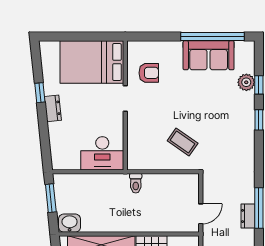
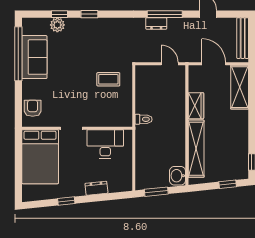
armchair: (149, 73) -> (33, 108), moved
dresser: (53, 108) -> (96, 188), moved
coffee table: (183, 142) -> (108, 79), turned 55
desk: (102, 153) -> (105, 144), moved, turned -90
dresser: (248, 216) -> (156, 23), moved

